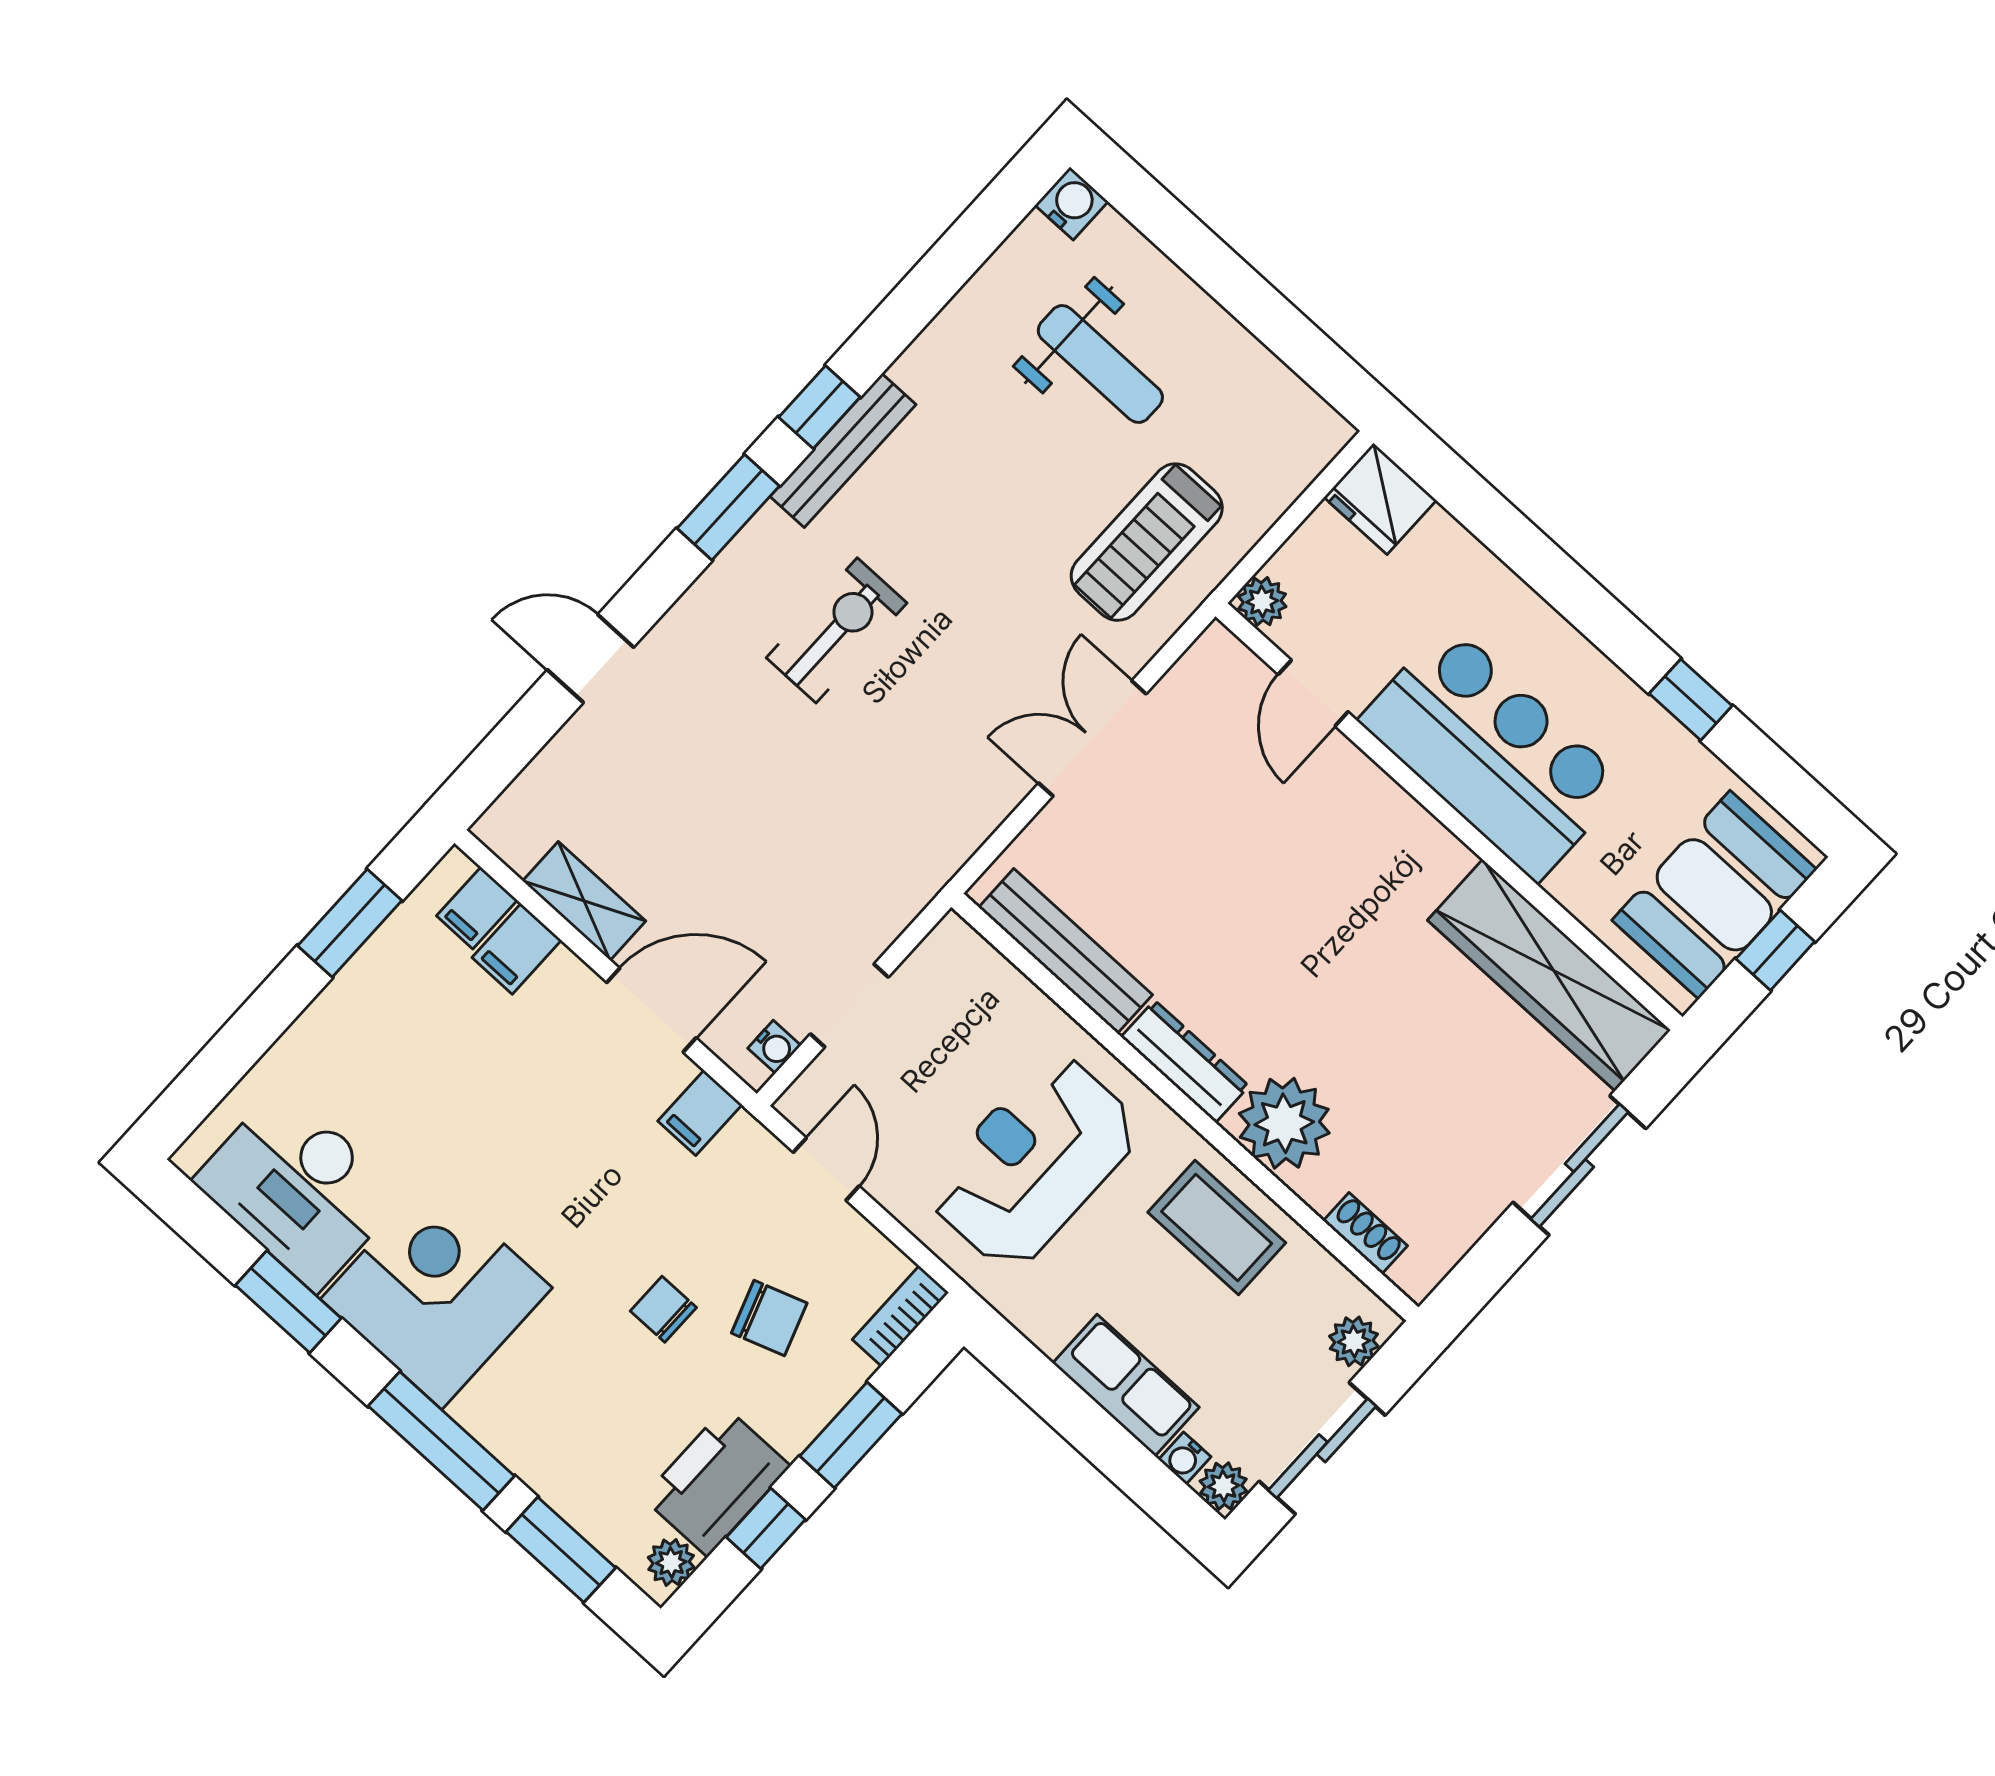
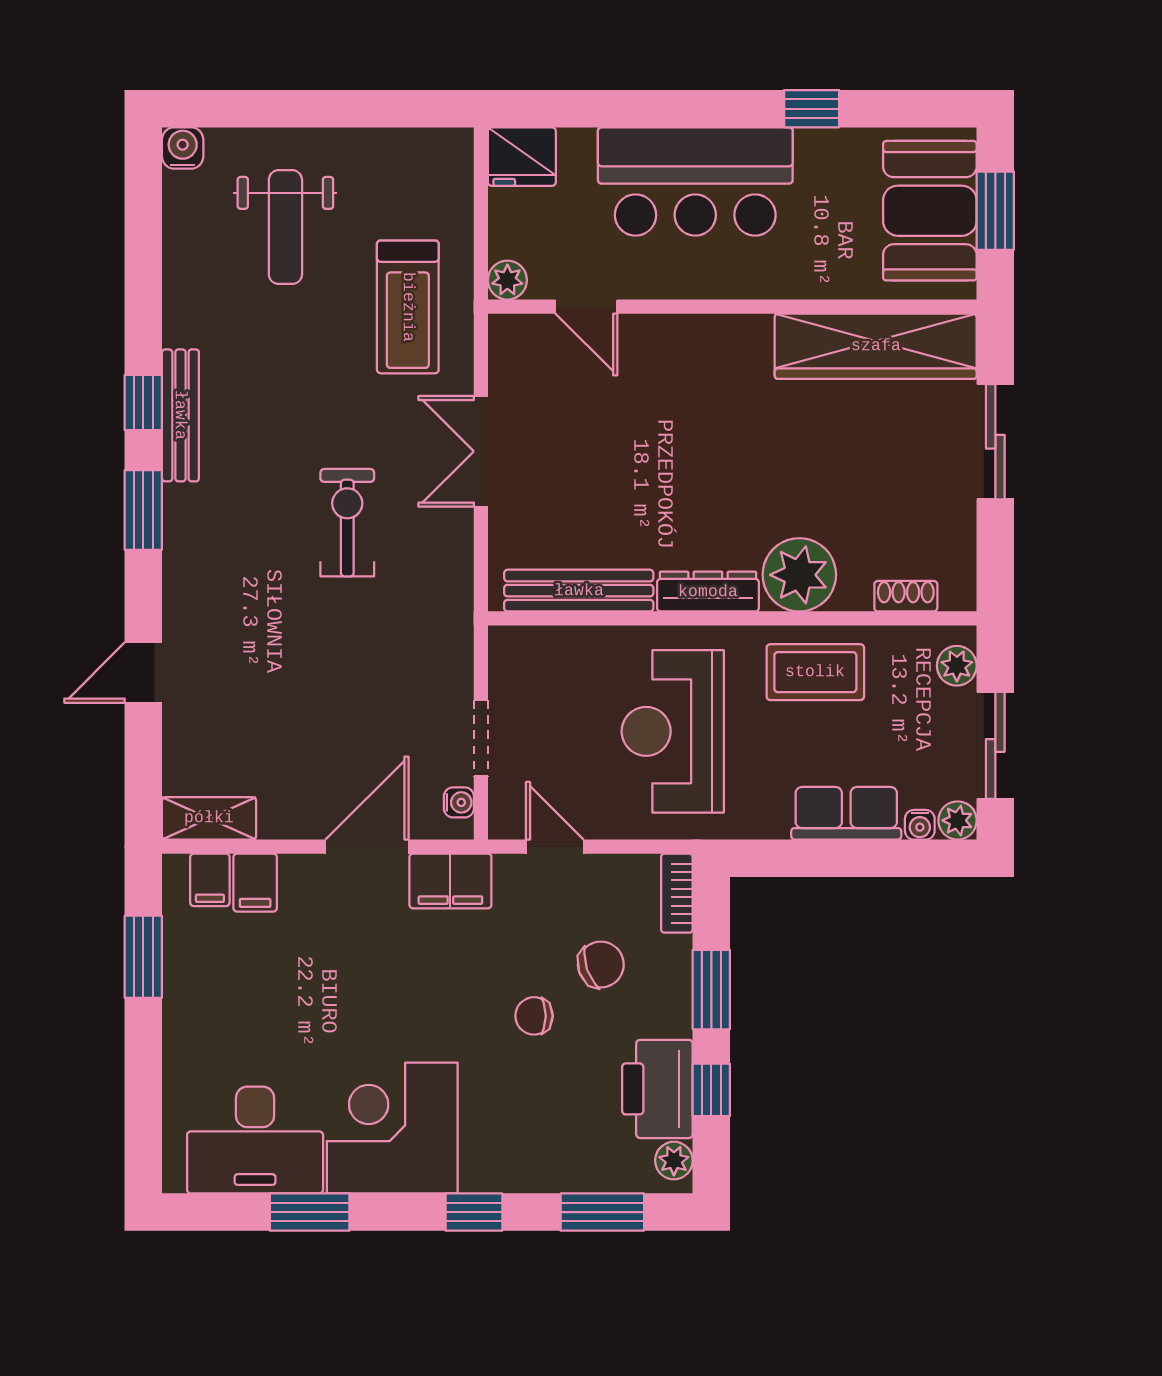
weight bench: (1100, 364) -> (285, 227), turned 90
exercise bike: (837, 630) -> (347, 523), moved
bar counter: (1493, 752) -> (695, 181), moved, turned 180
shelving: (584, 901) -> (209, 818), moved
window: (1775, 950) -> (995, 211), width x1.50
filing cabinet: (700, 1113) -> (450, 881), width x2.00
window: (441, 1441) -> (474, 1212), width x0.46

